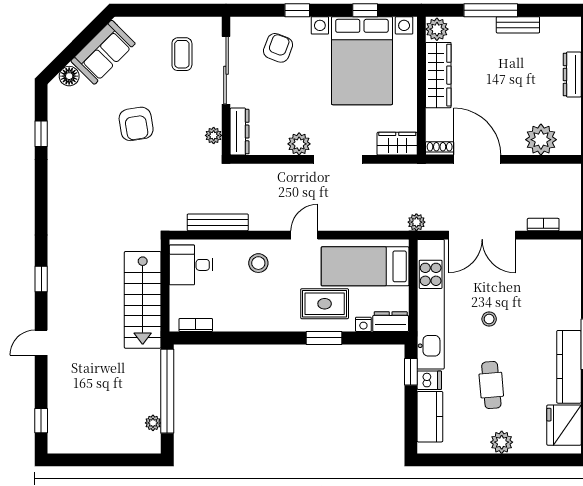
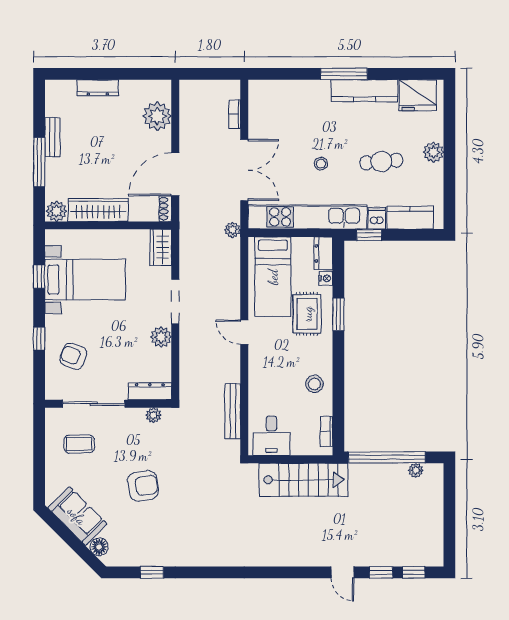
bed with nightstands: (362, 61) -> (85, 280), width x0.73
stool: (258, 263) -> (314, 384), moved
window: (41, 279) -> (381, 572), moved

